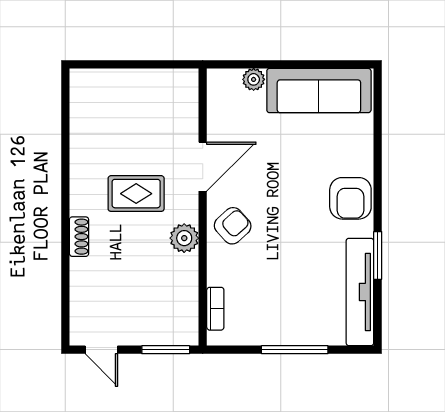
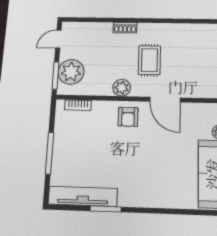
armchair: (350, 198) -> (143, 192), removed
armchair: (233, 226) -> (128, 117), turned 42
plant: (159, 324) -> (71, 72), added

